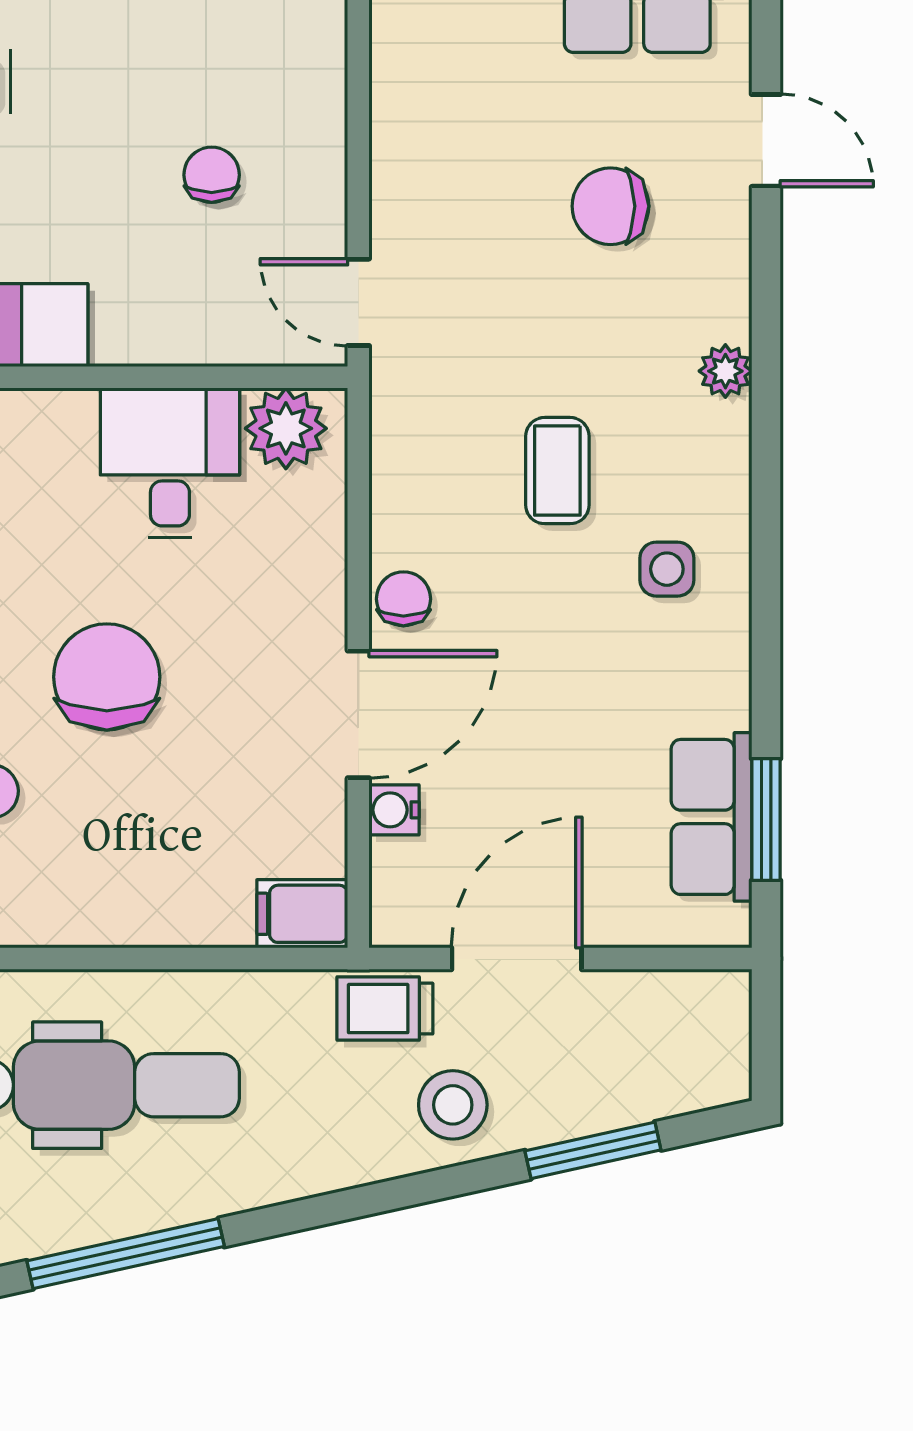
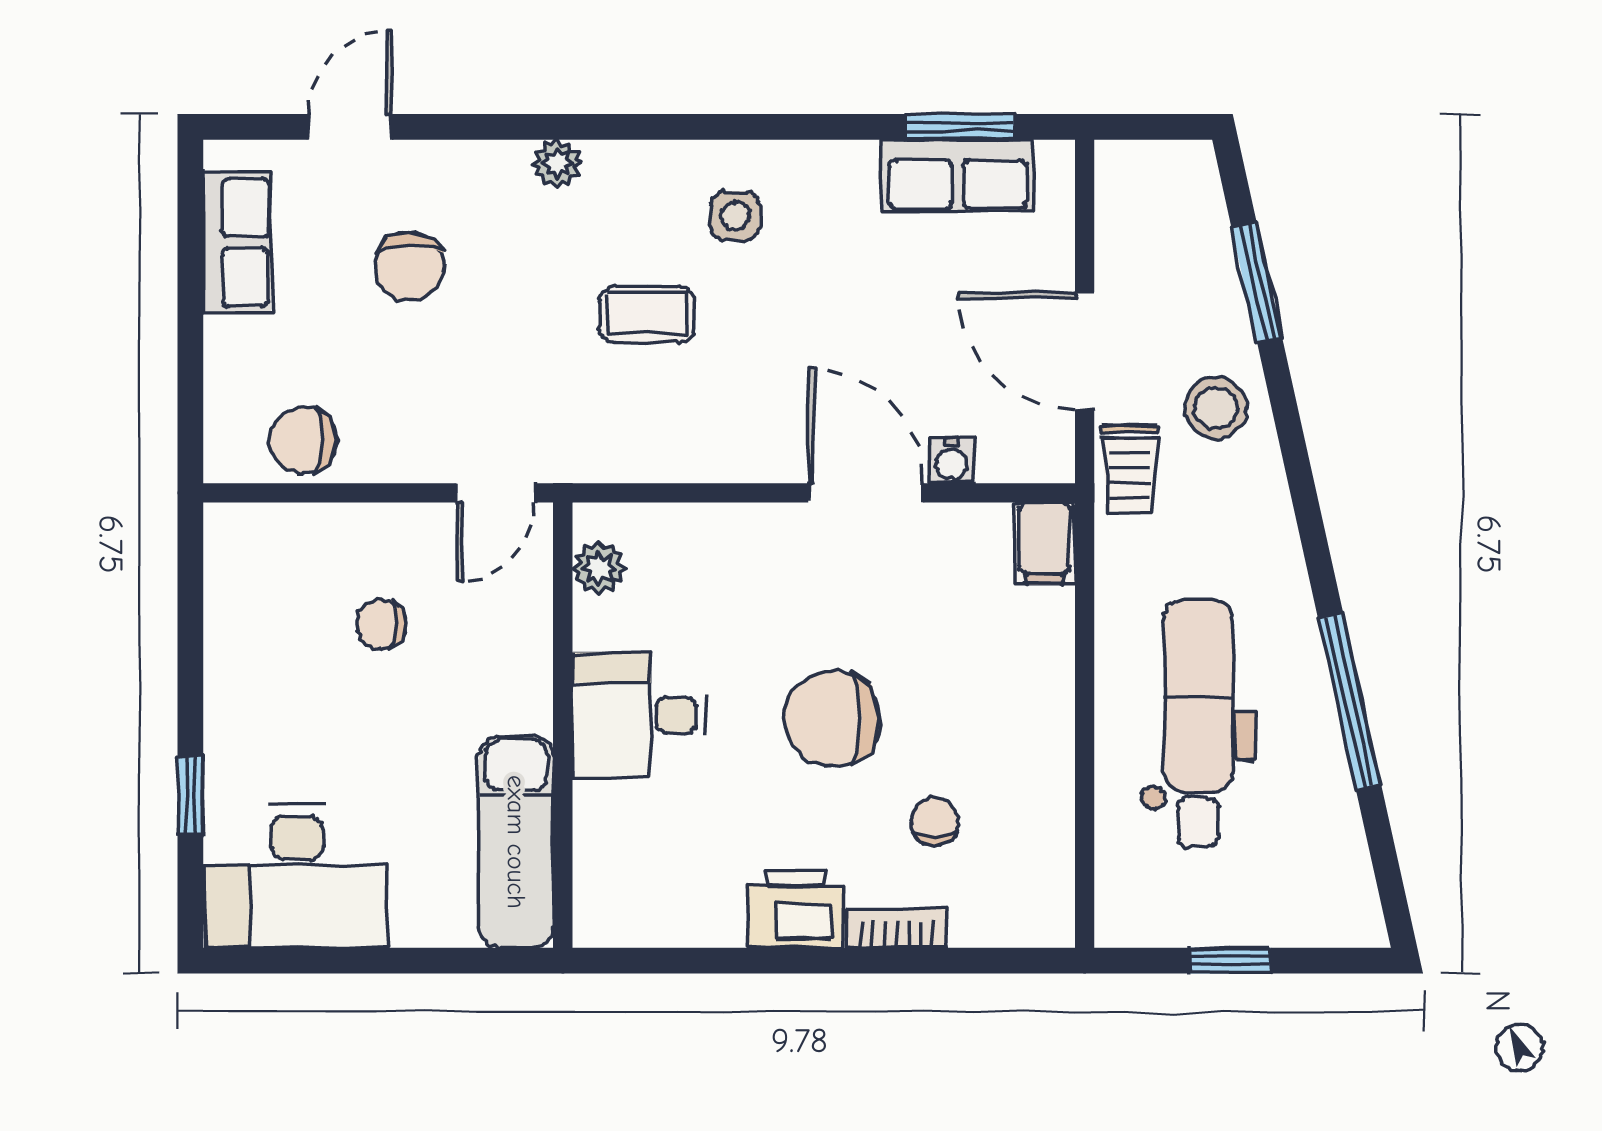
plant: (286, 428) -> (599, 568), width x0.73, depth x0.73
desk: (170, 463) -> (640, 715), moved
chair: (403, 599) -> (303, 440), moved, width x1.37, depth x1.37

